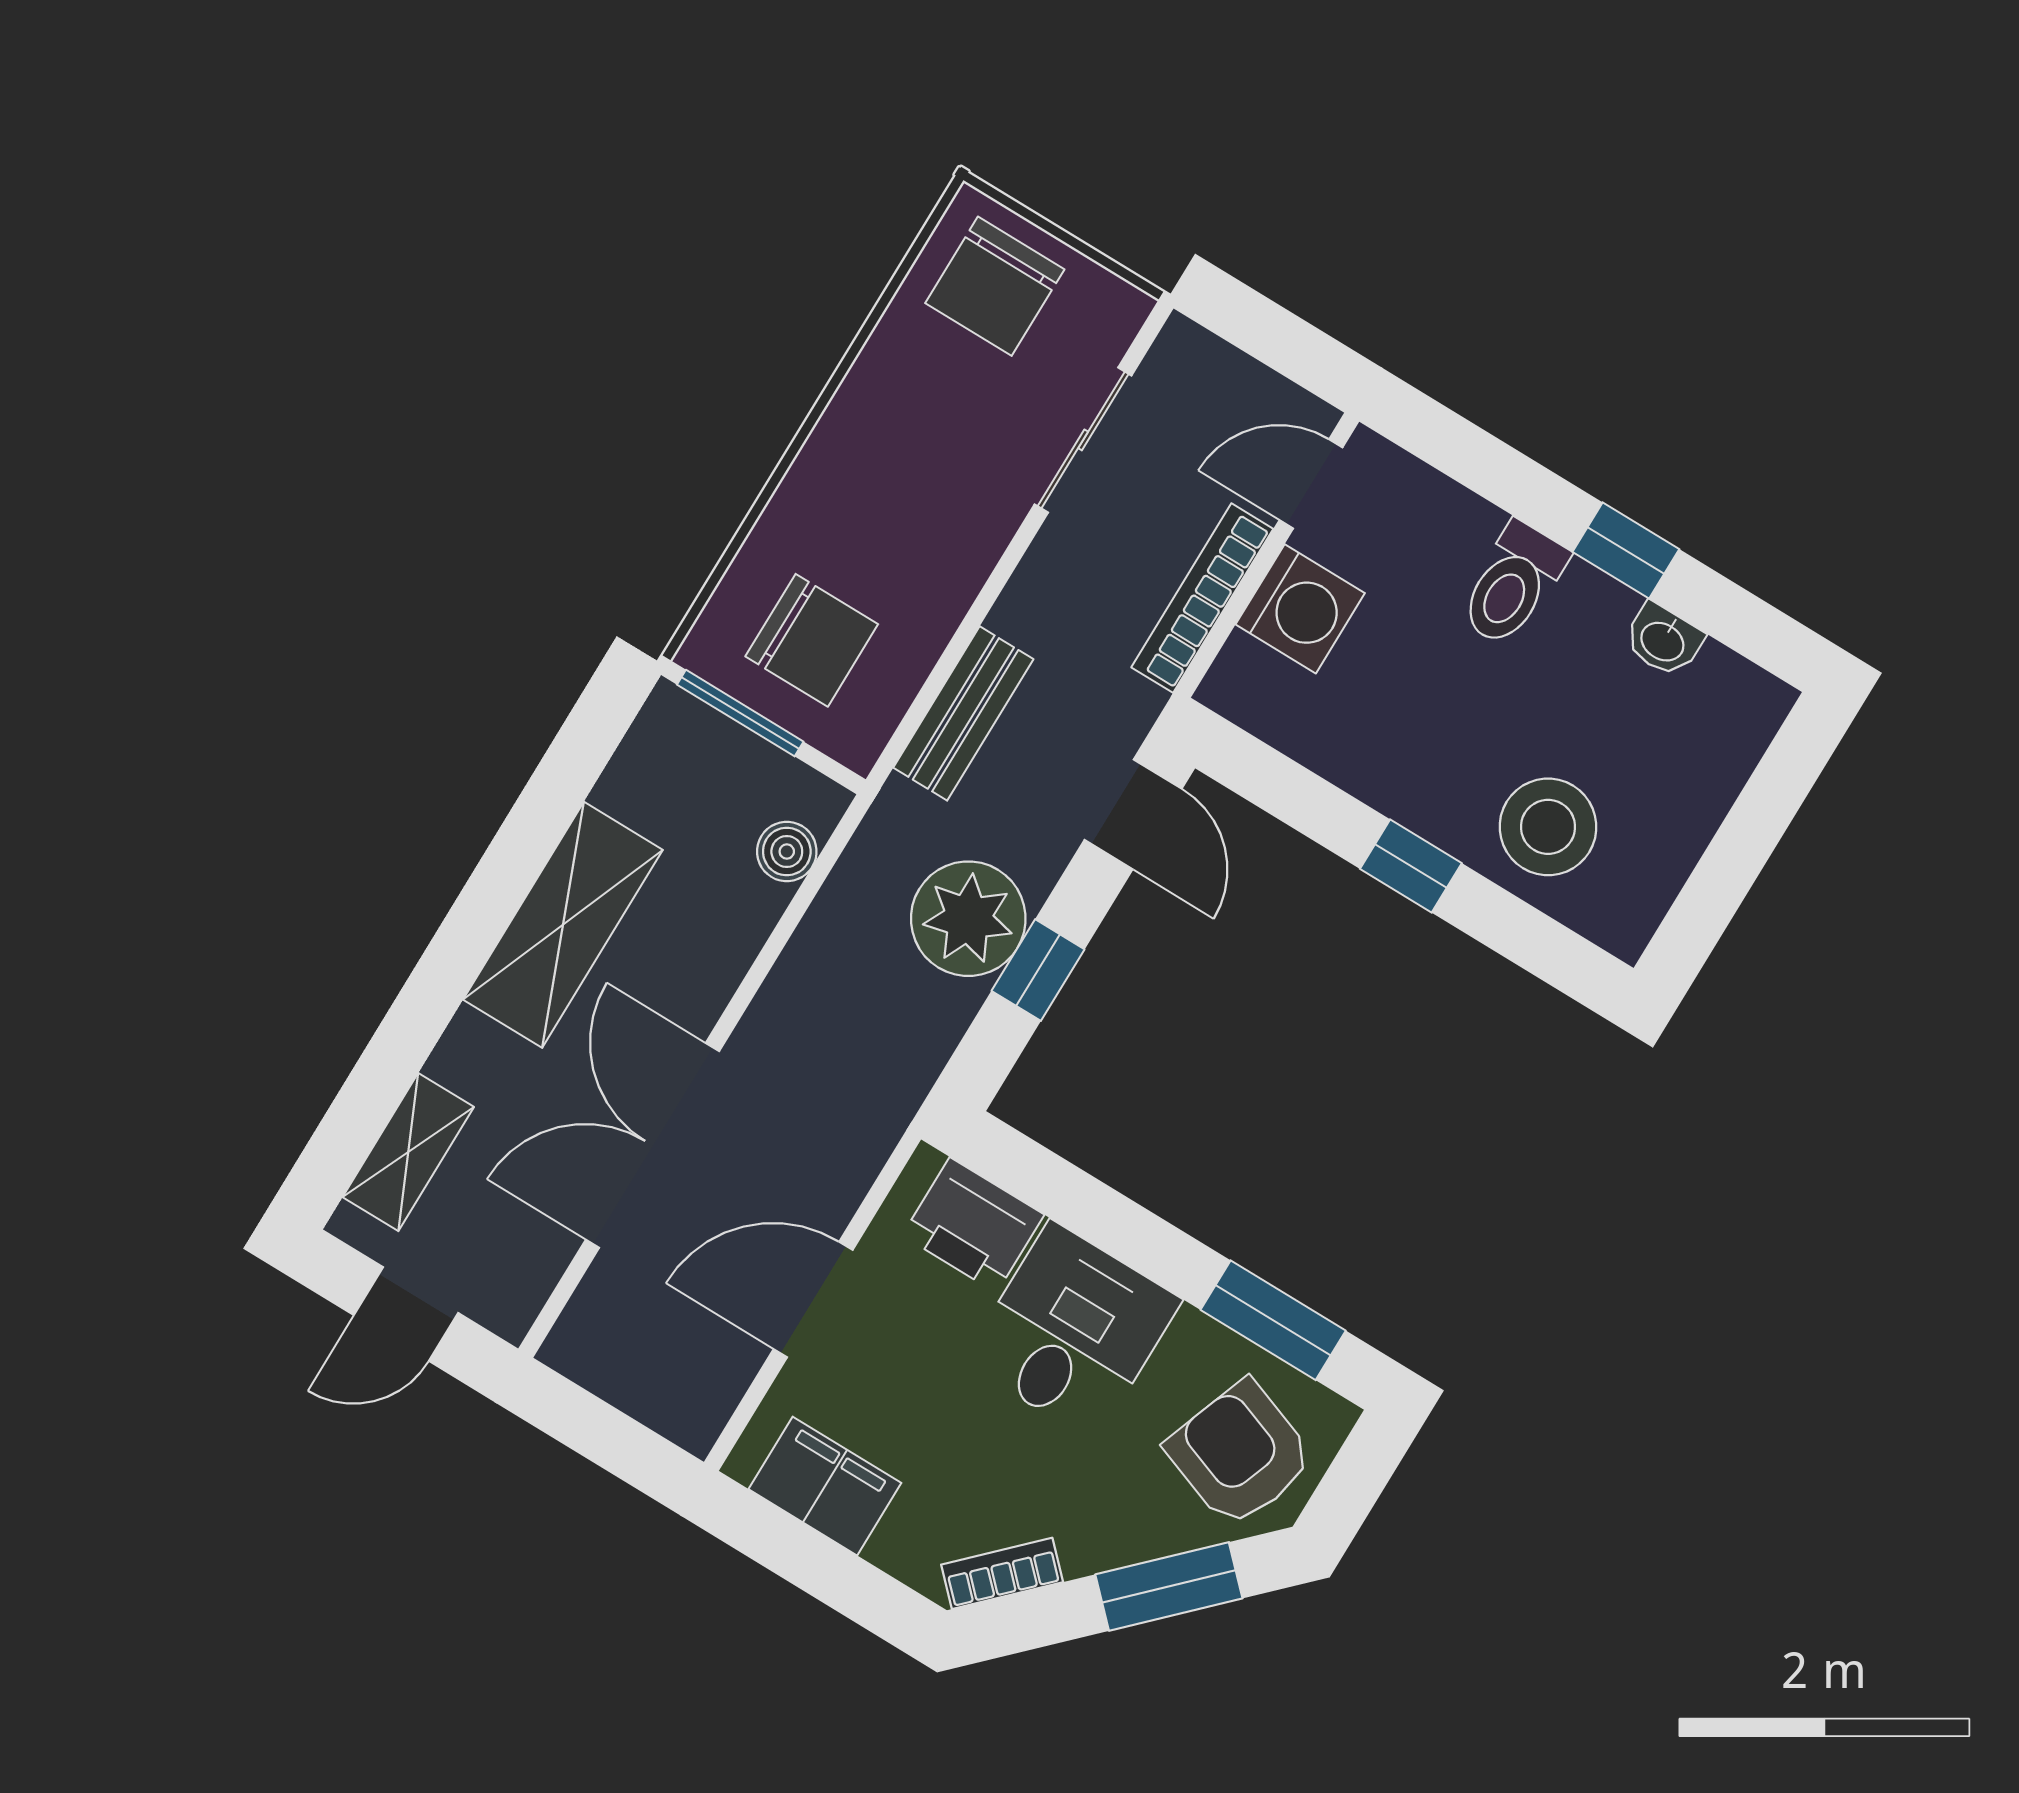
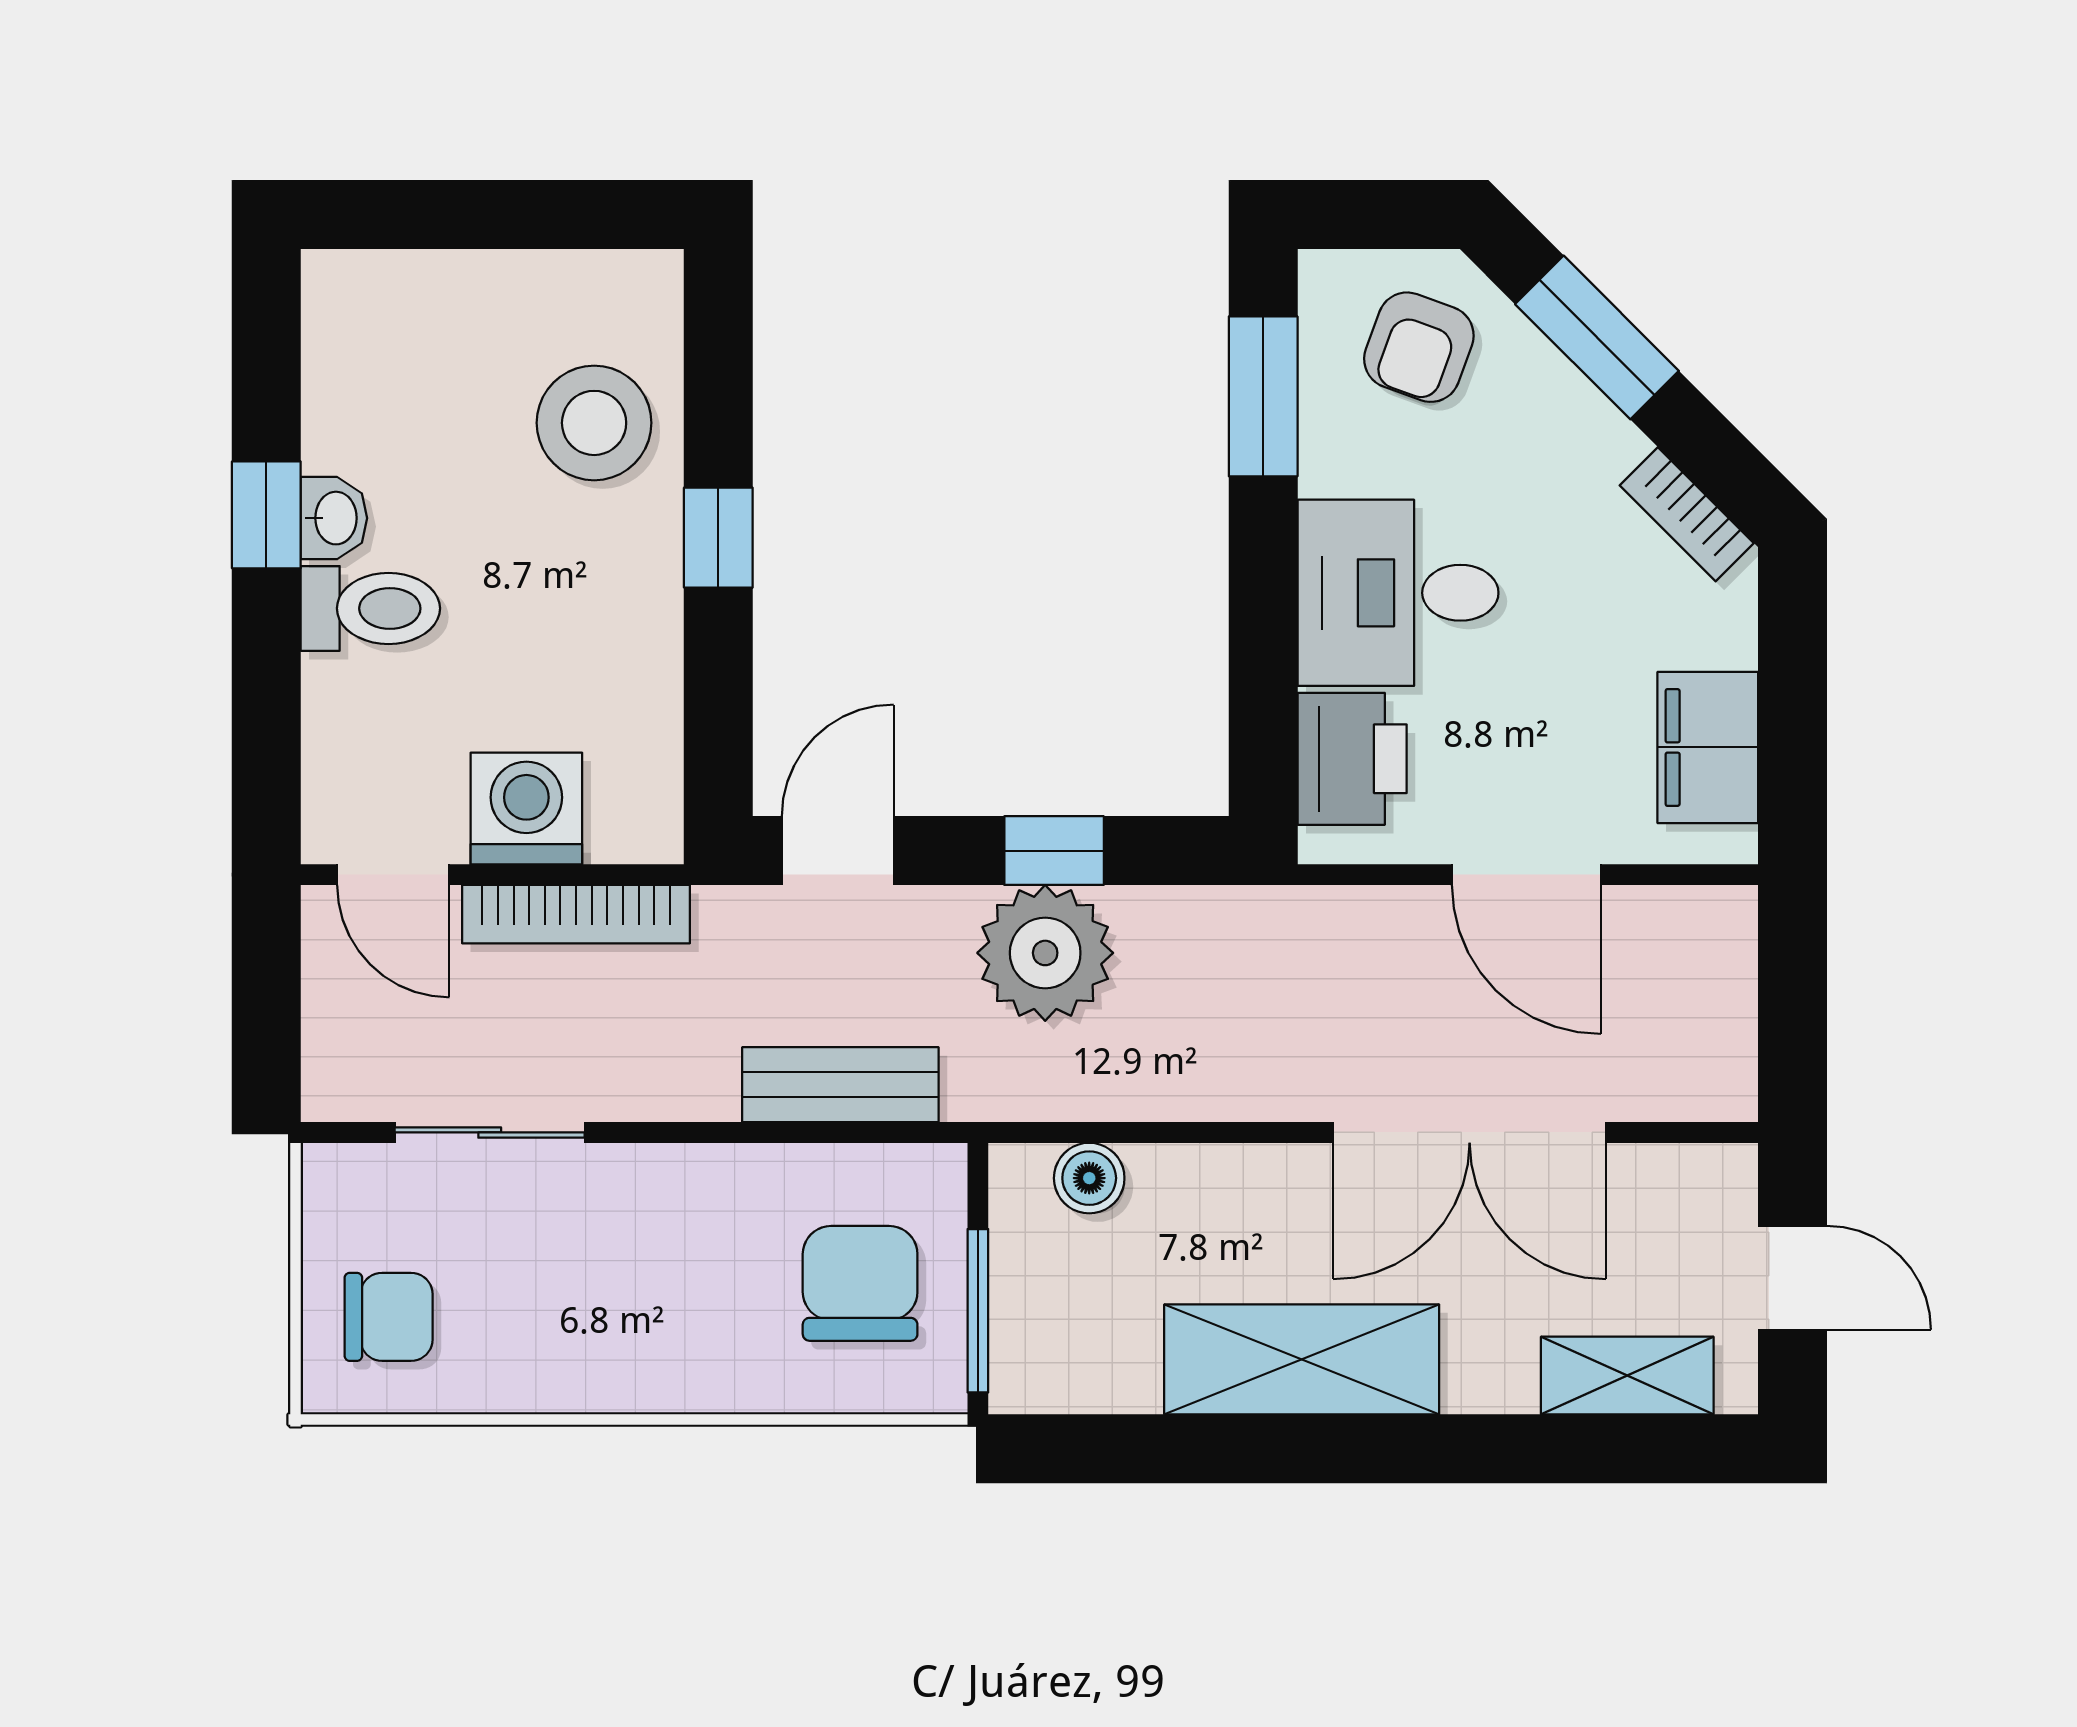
chair: (995, 286) -> (389, 1317), width x0.73, depth x0.73
washbasin: (1663, 640) -> (334, 518), moved
armchair: (1240, 1454) -> (1419, 347), width x0.72, depth x0.72

